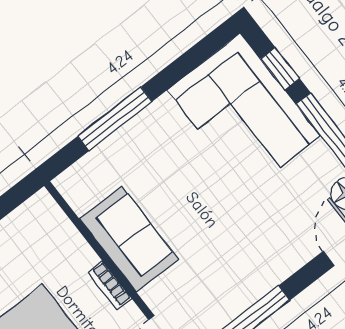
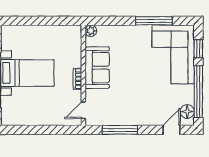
window: (115, 119) -> (154, 21), moved
plant: (68, 183) -> (91, 31), added

